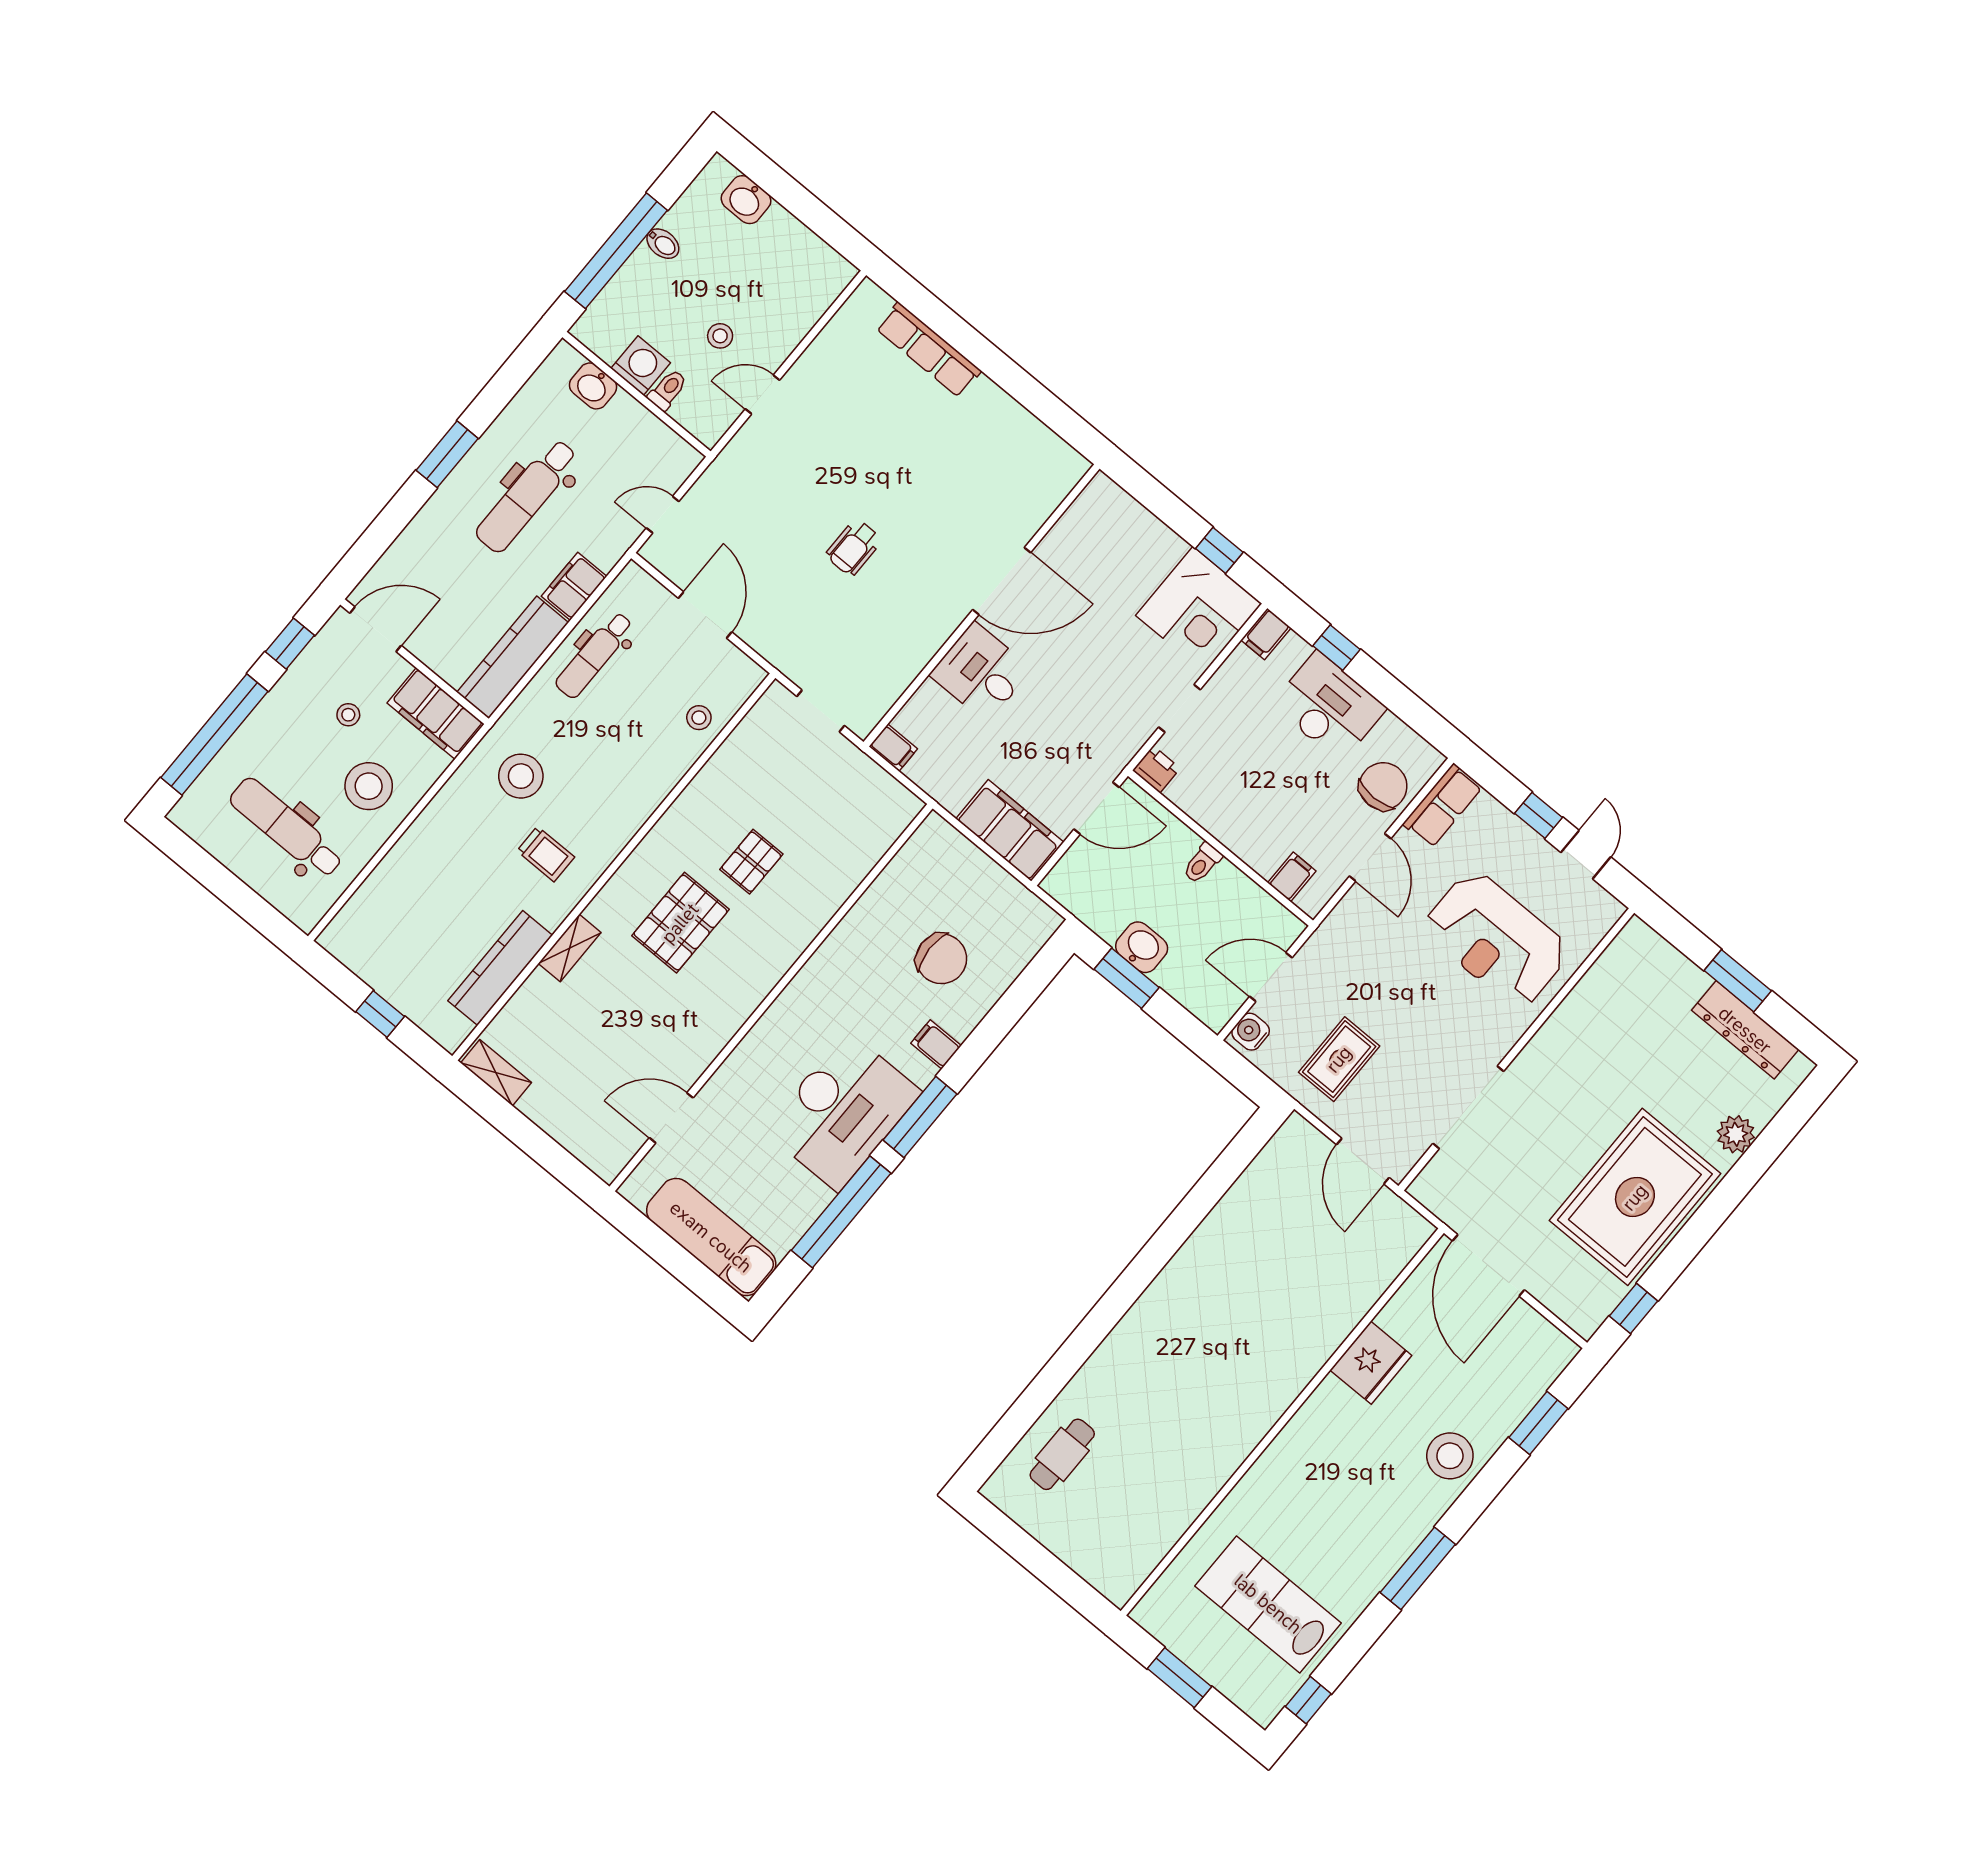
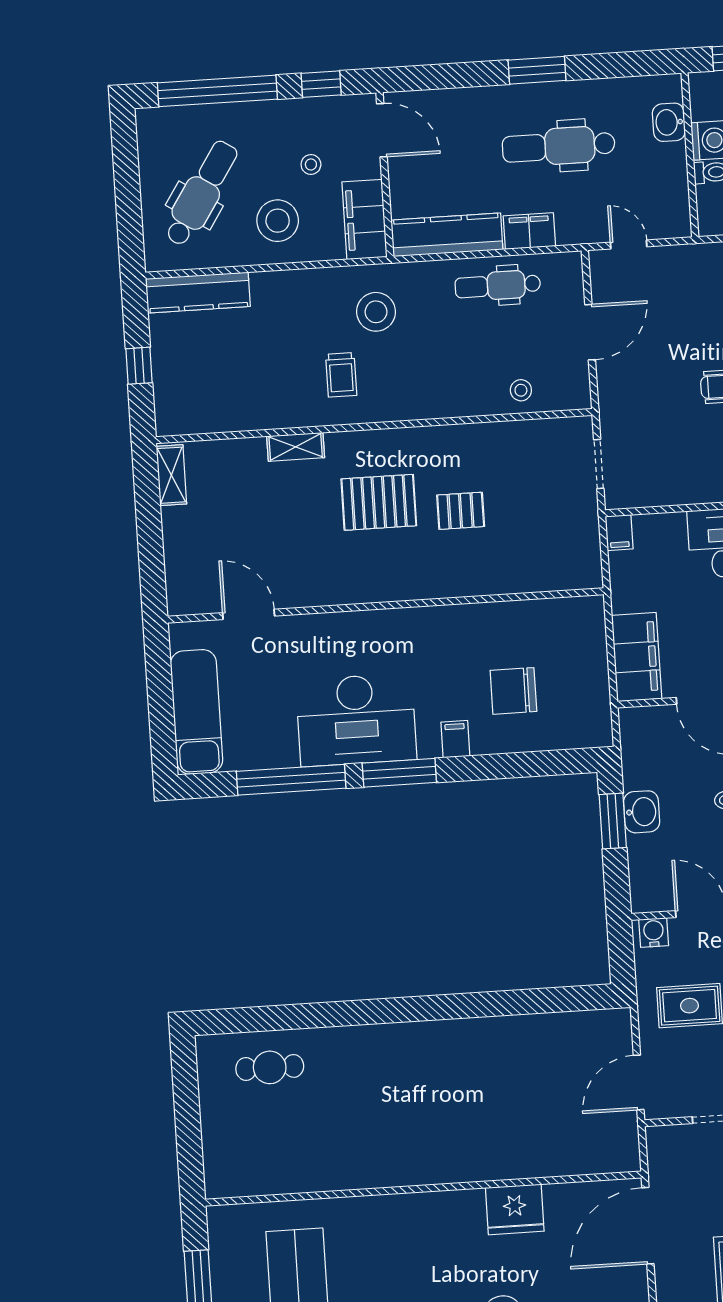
dental chair: (286, 828) -> (201, 193), turned 33
chair: (941, 959) -> (513, 691), turned 92
kitchen counter: (500, 968) -> (198, 293), moved, turned 180

